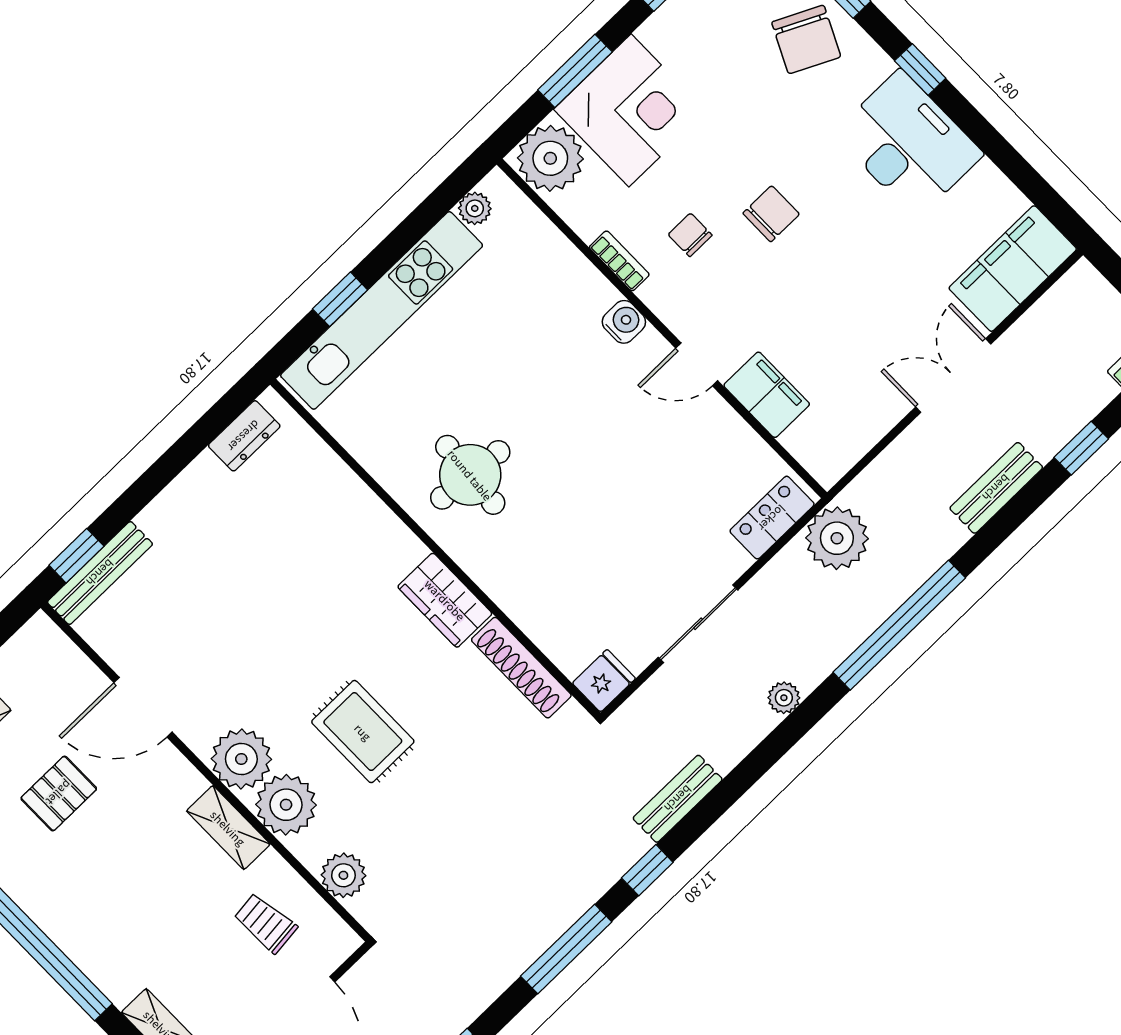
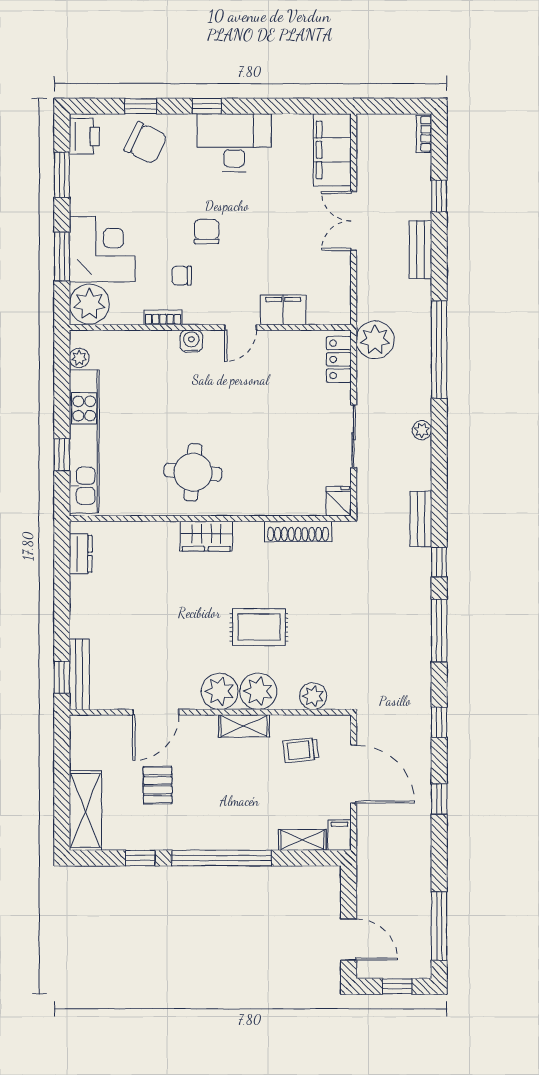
wardrobe: (445, 600) -> (206, 536), moved

